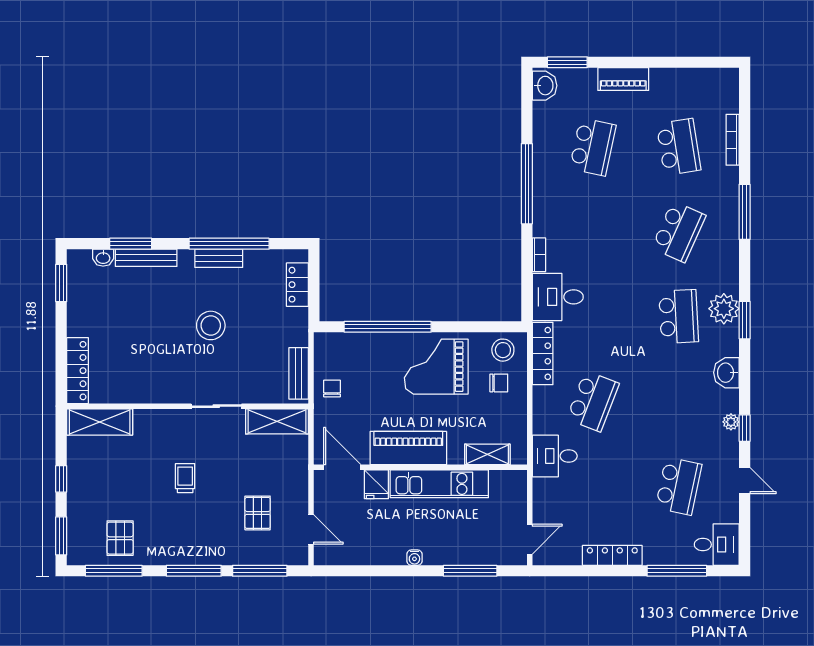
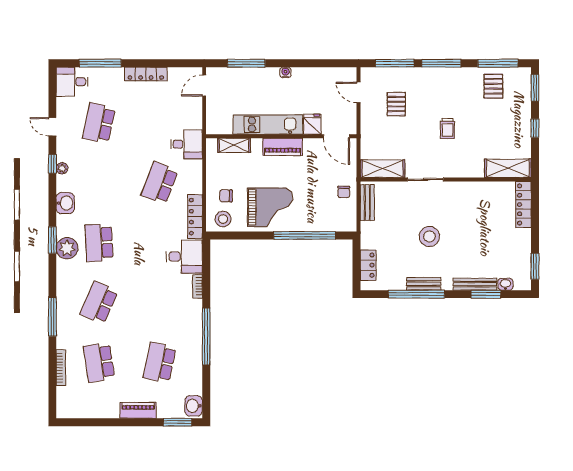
piano: (408, 448) -> (283, 147), width x0.73, depth x0.75

